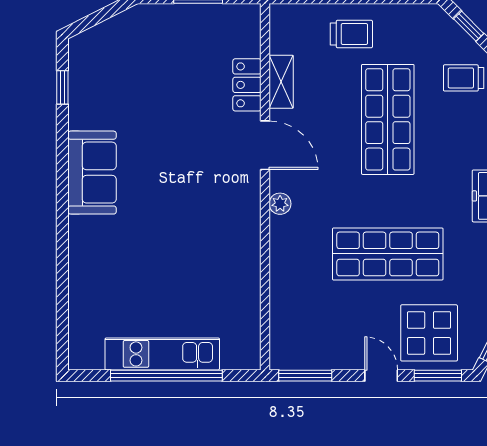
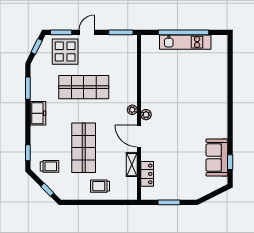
locker: (247, 85) -> (147, 174), moved
sofa: (92, 173) -> (217, 158), moved
plant: (249, 193) -> (146, 115), added
door: (381, 376) -> (87, 32), swing flipped

